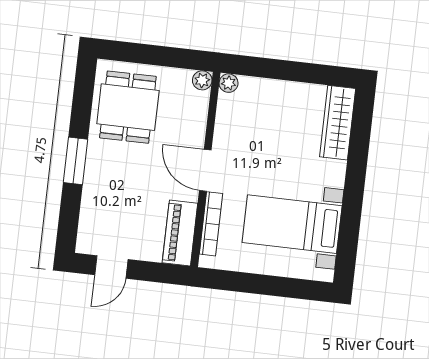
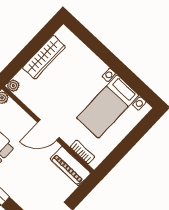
wardrobe: (338, 123) -> (44, 57), moved, turned -90
bookcase: (211, 224) -> (82, 152), width x0.64

